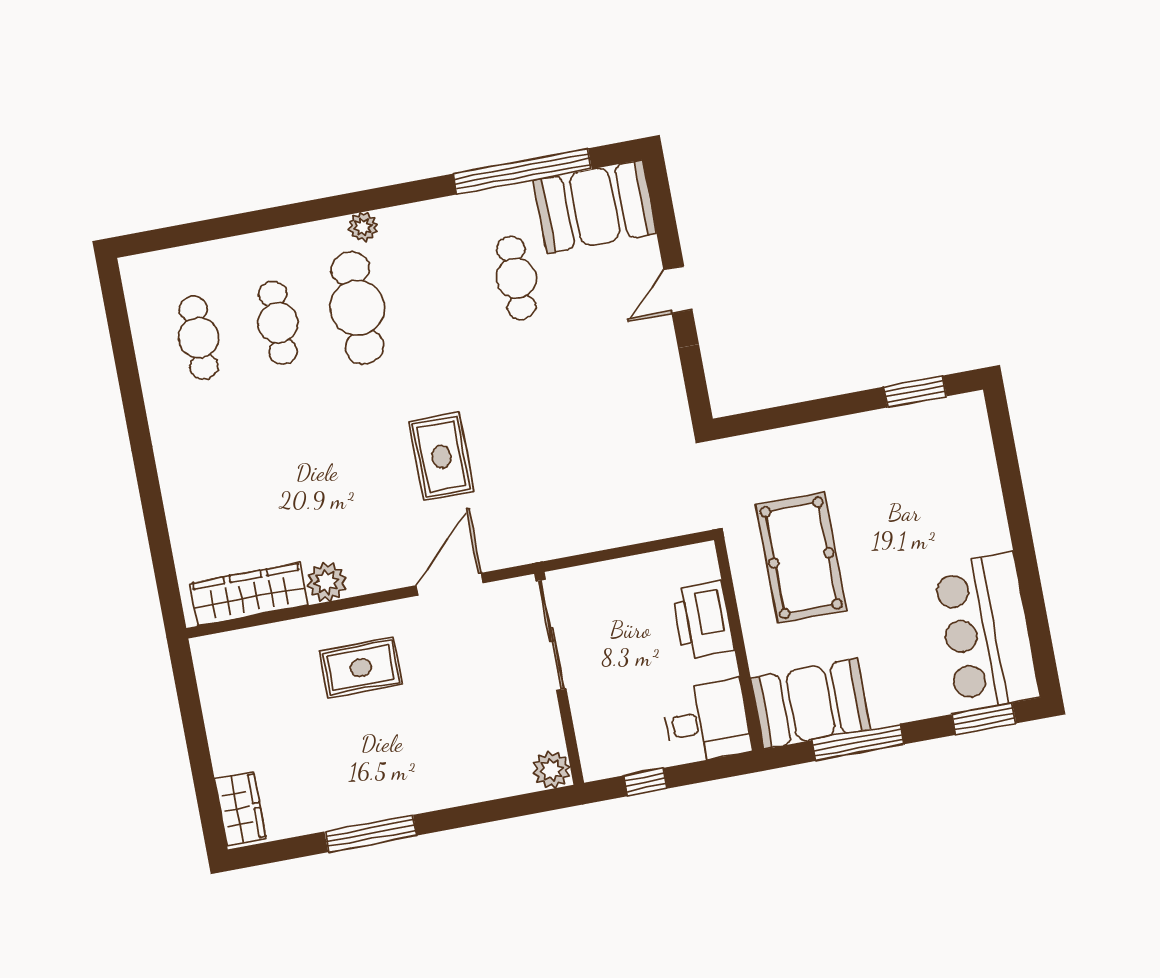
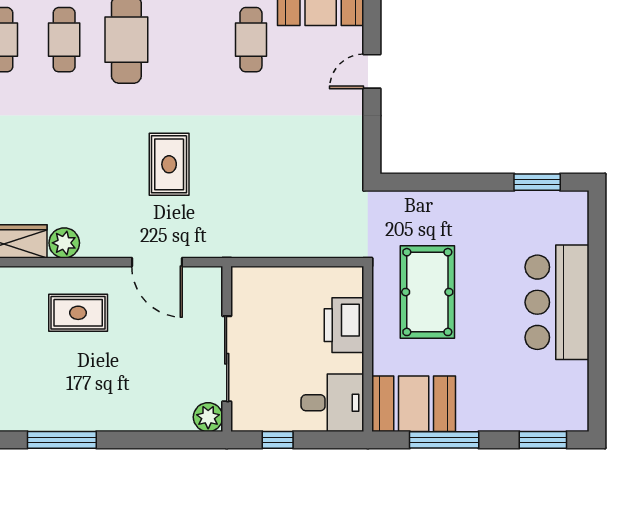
door: (450, 584) -> (157, 262), swing flipped
bar counter: (986, 632) -> (557, 302), moved
sliding door: (551, 635) -> (227, 359), moved

